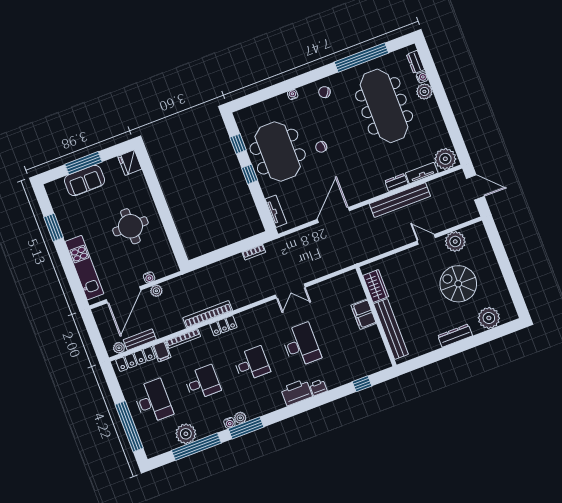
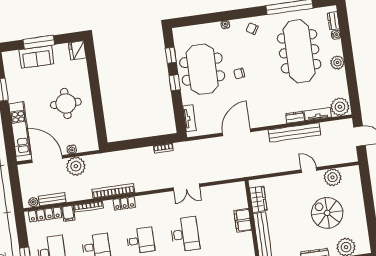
plant: (424, 92) -> (337, 63), moved
plant: (156, 291) -> (76, 166), width x1.88, depth x1.88
door: (123, 295) -> (47, 159), swing flipped

